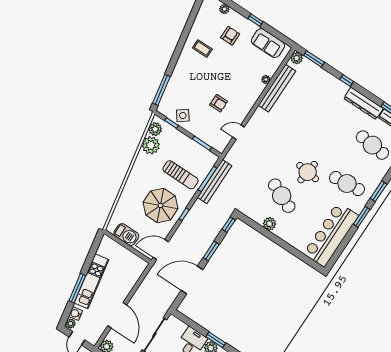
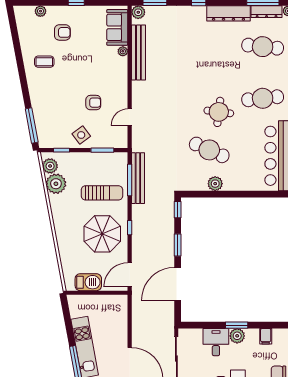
armchair: (230, 36) -> (62, 32), turned 90
sofa: (268, 43) -> (117, 27), moved, turned 90
side table: (183, 116) -> (81, 135), moved

